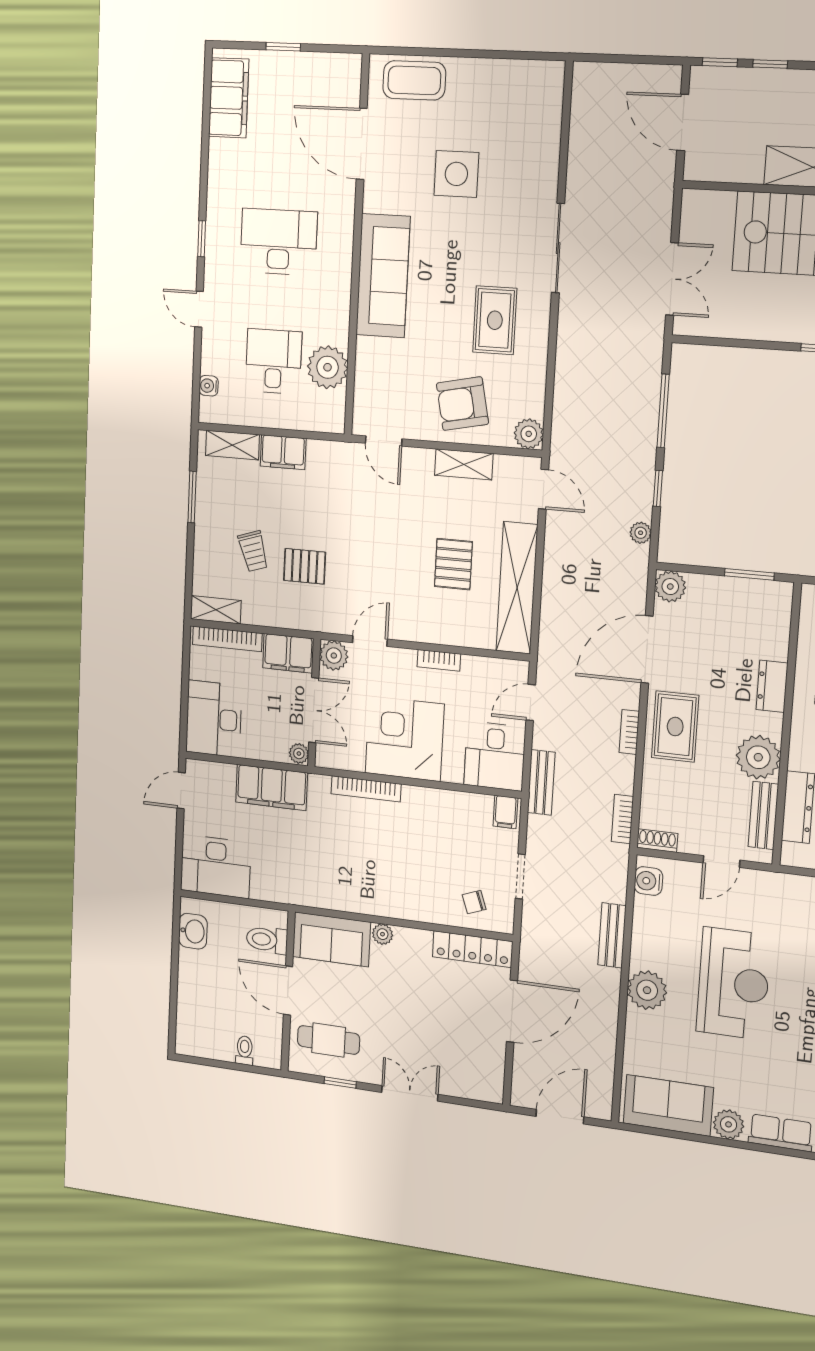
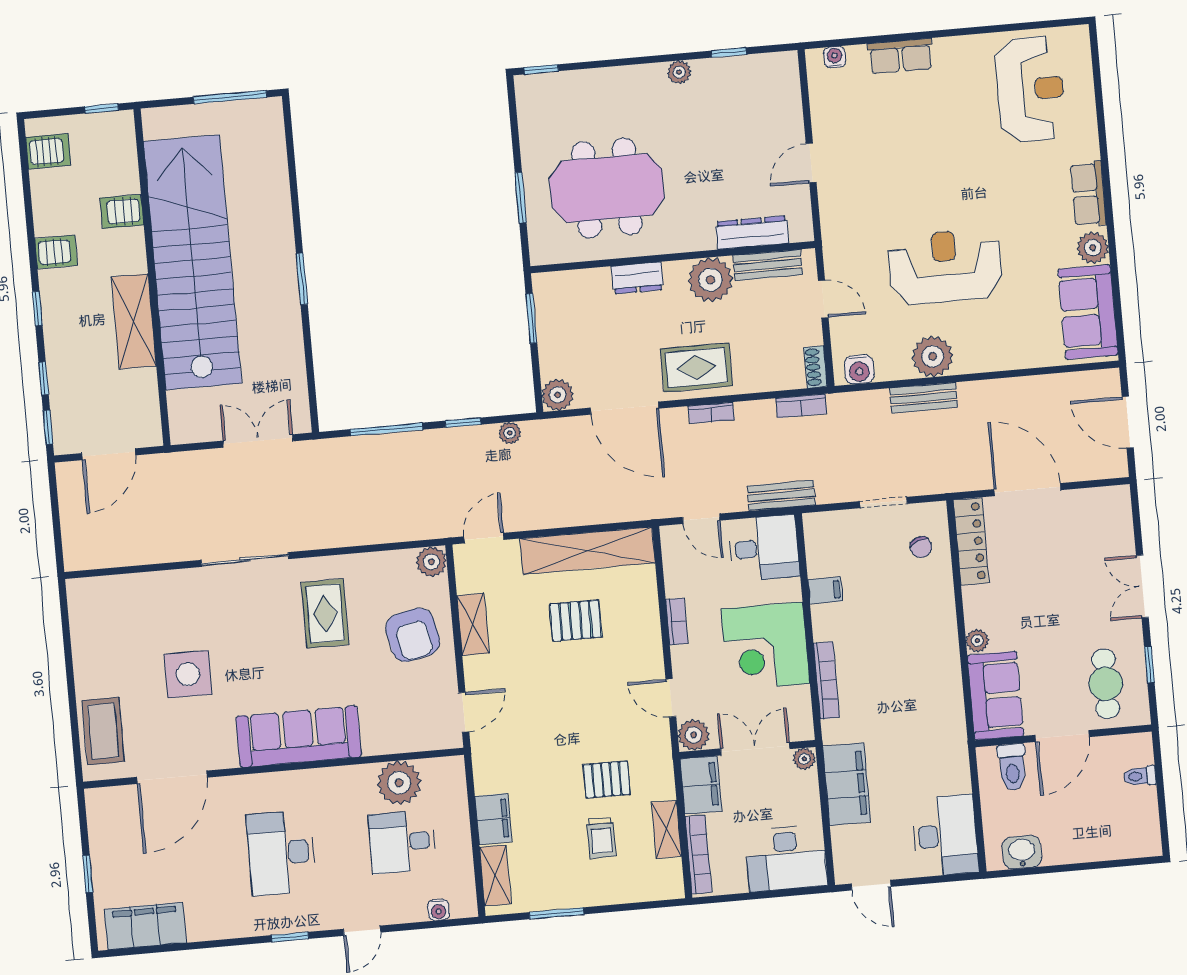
rug: (495, 320) -> (325, 614), turned 90
trolley: (253, 551) -> (601, 838), turned 108
pallet: (305, 566) -> (607, 780), turned 90
shelving: (216, 610) -> (666, 829), moved
filing cabinet: (505, 812) -> (825, 590), moved
plant: (647, 990) -> (933, 356), moved

